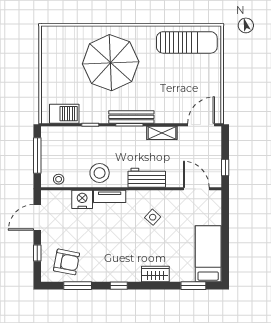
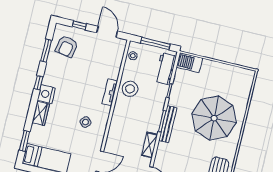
barbecue: (64, 114) -> (189, 63), moved, turned 90
workbench: (147, 178) -> (166, 69), moved, turned 180
nightstand: (82, 199) -> (46, 94), moved, turned 180

